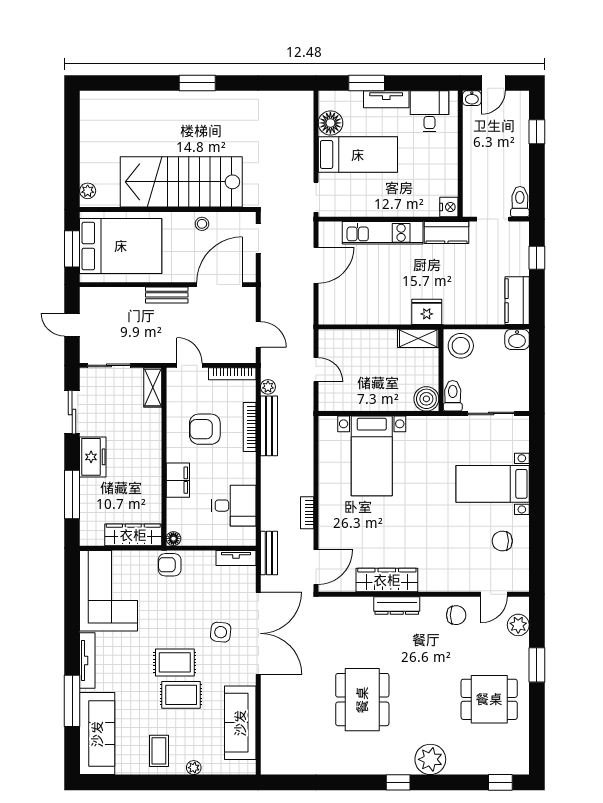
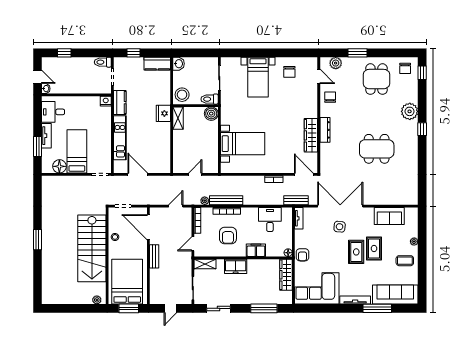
freezer: (93, 457) -> (236, 266), moved, turned 180
sofa: (240, 723) -> (389, 216), width x0.73
chair: (508, 751) -> (405, 68), added

